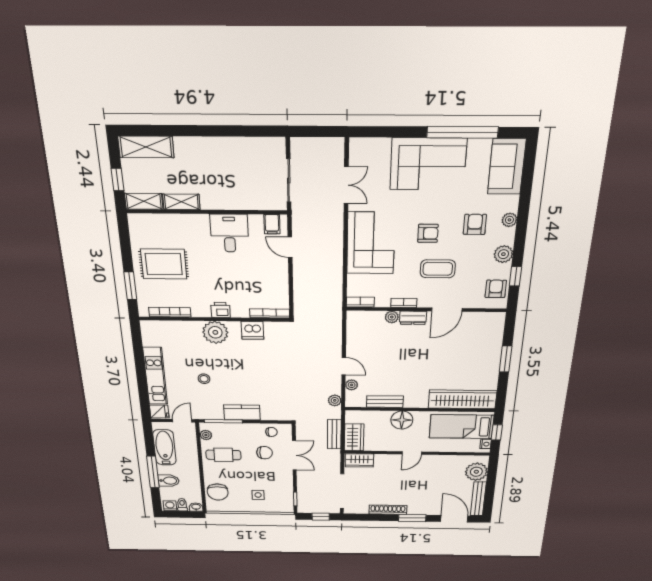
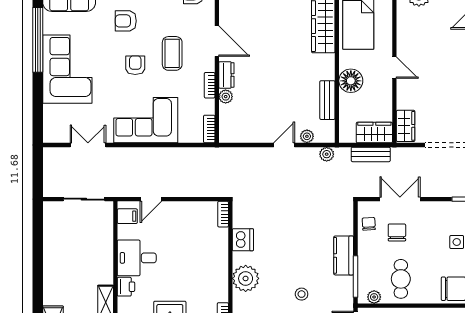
printer: (221, 310) -> (126, 287), moved, turned 180
bookcase: (270, 313) -> (223, 214), width x0.64

